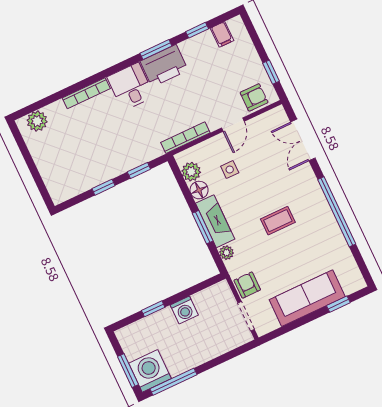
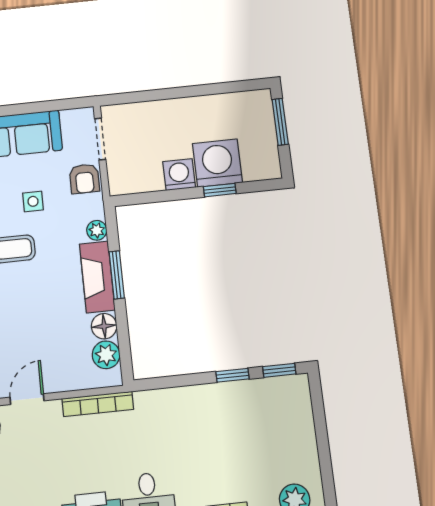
side table: (230, 170) -> (33, 201), moved
window: (139, 171) -> (279, 370), moved
washing machine: (150, 371) -> (217, 163), moved, turned 180
window: (173, 382) -> (225, 88), removed

